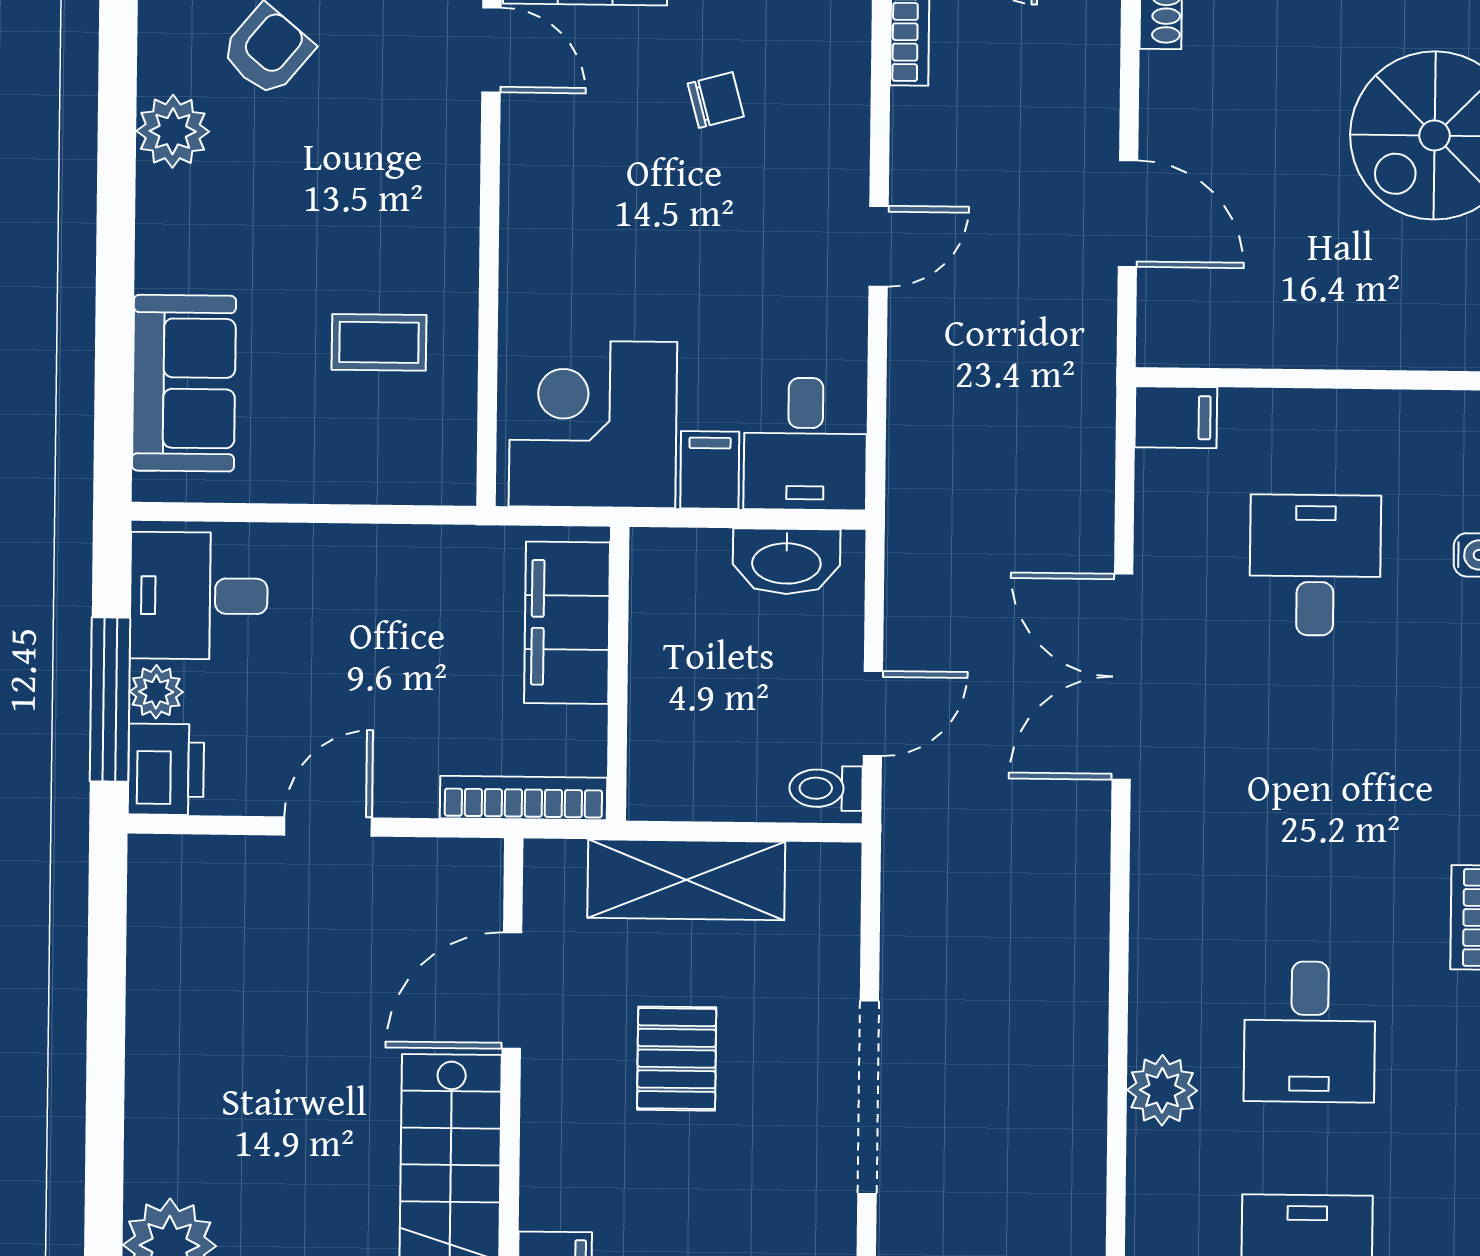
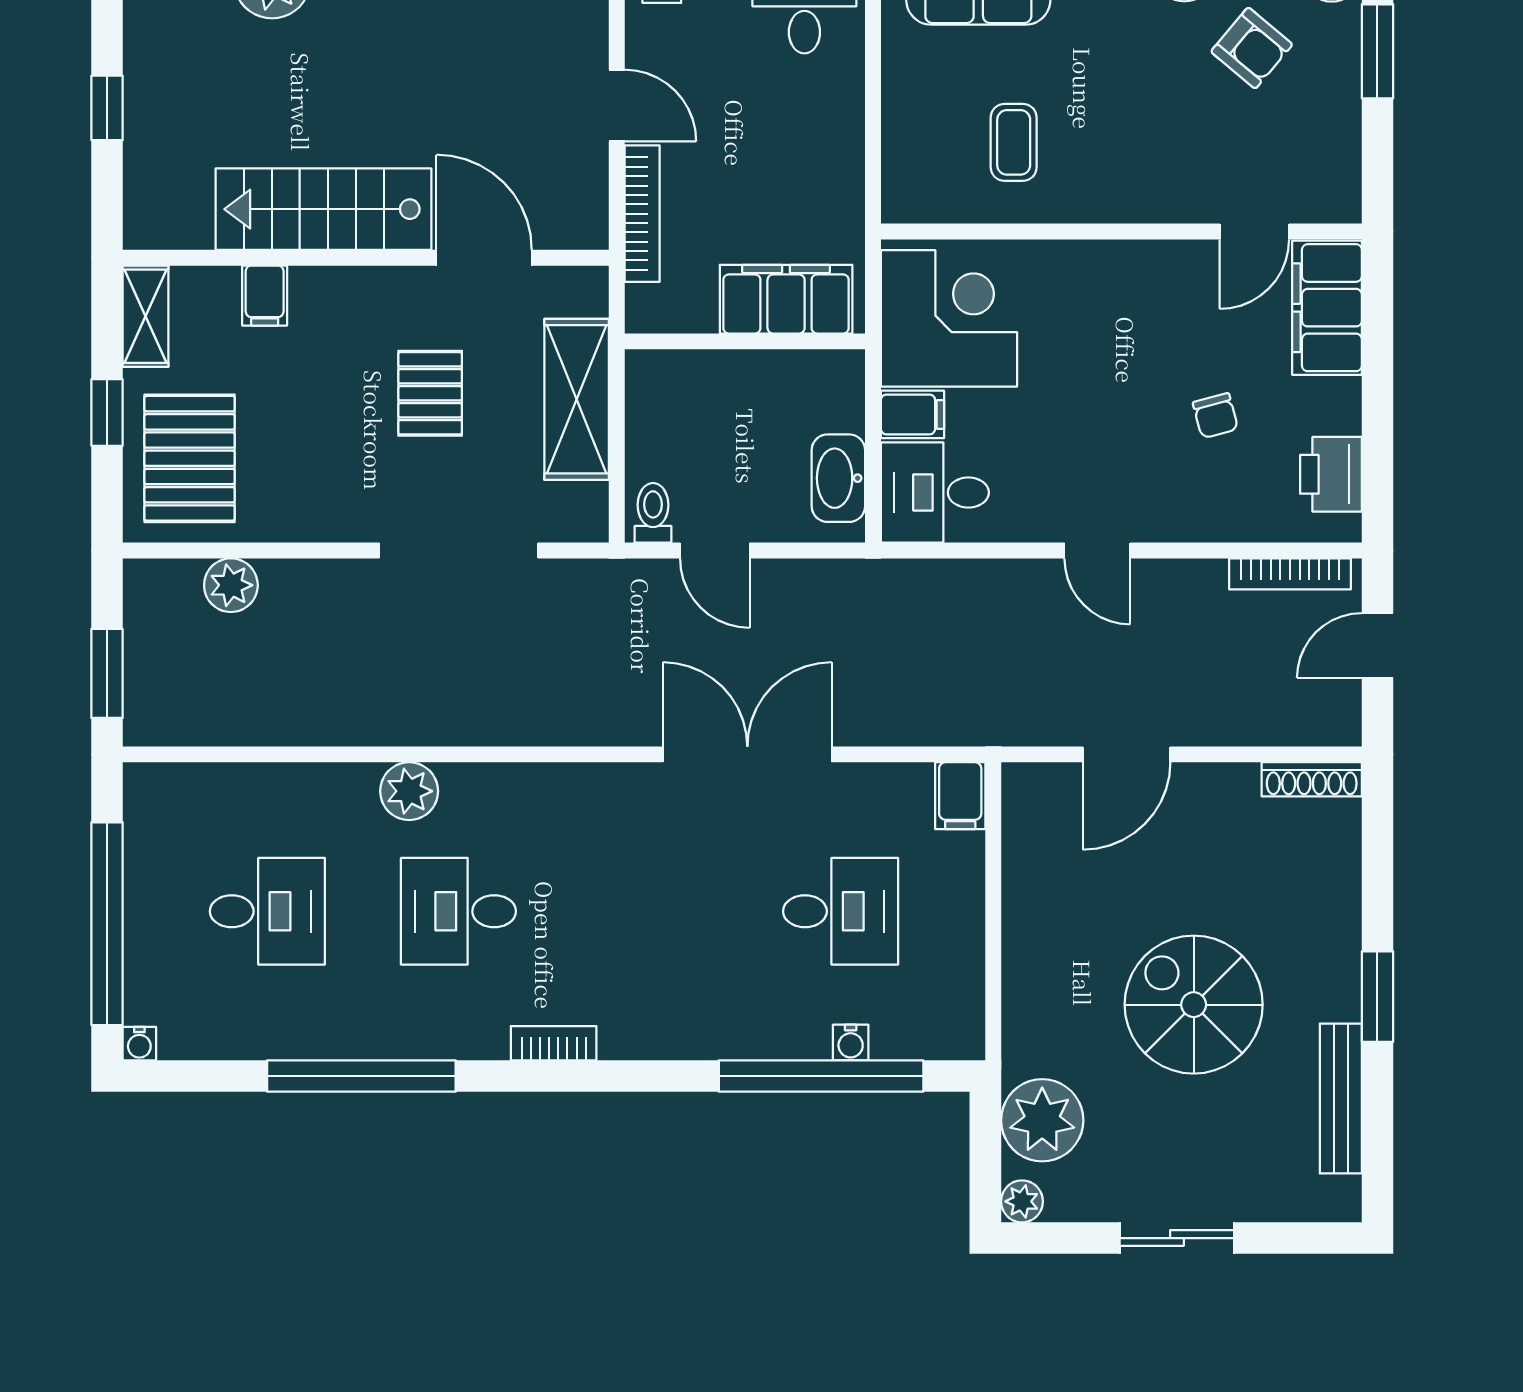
bookcase: (523, 798) -> (642, 214), moved
pallet: (677, 1059) -> (430, 393), turned 90
doorway: (868, 1097) -> (459, 550), moved

